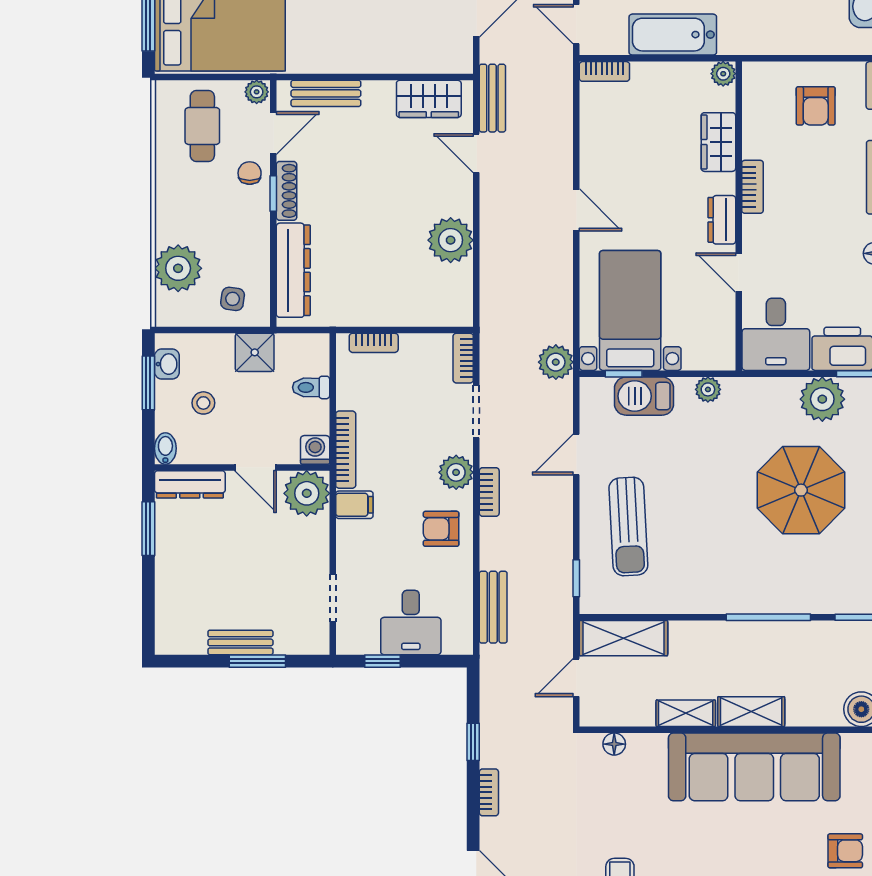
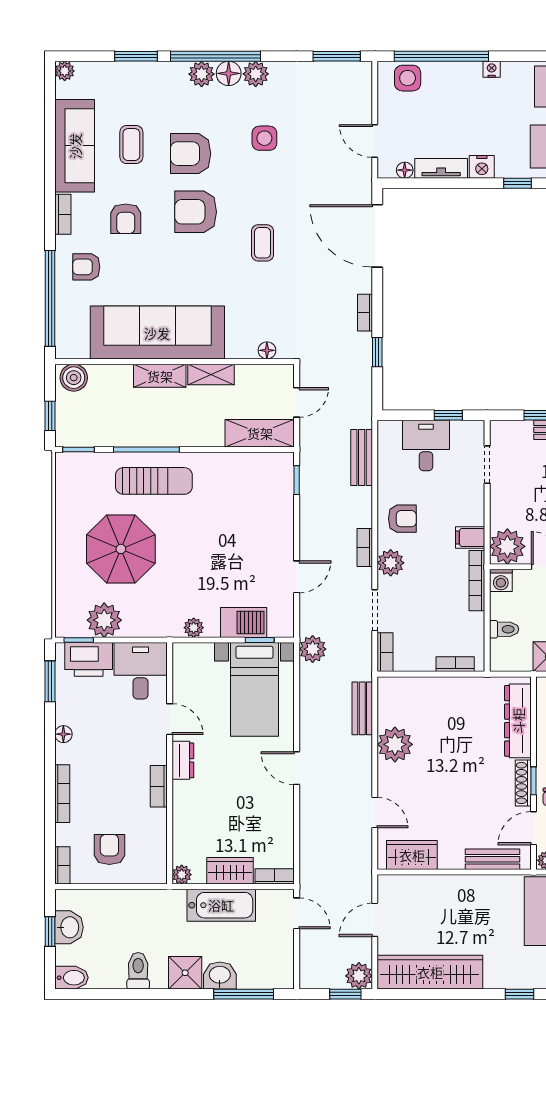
bench: (492, 98) -> (362, 708), moved
wardrobe: (718, 142) -> (230, 871), moved, turned -90
sun lounger: (628, 527) -> (154, 481), moved, turned 93

